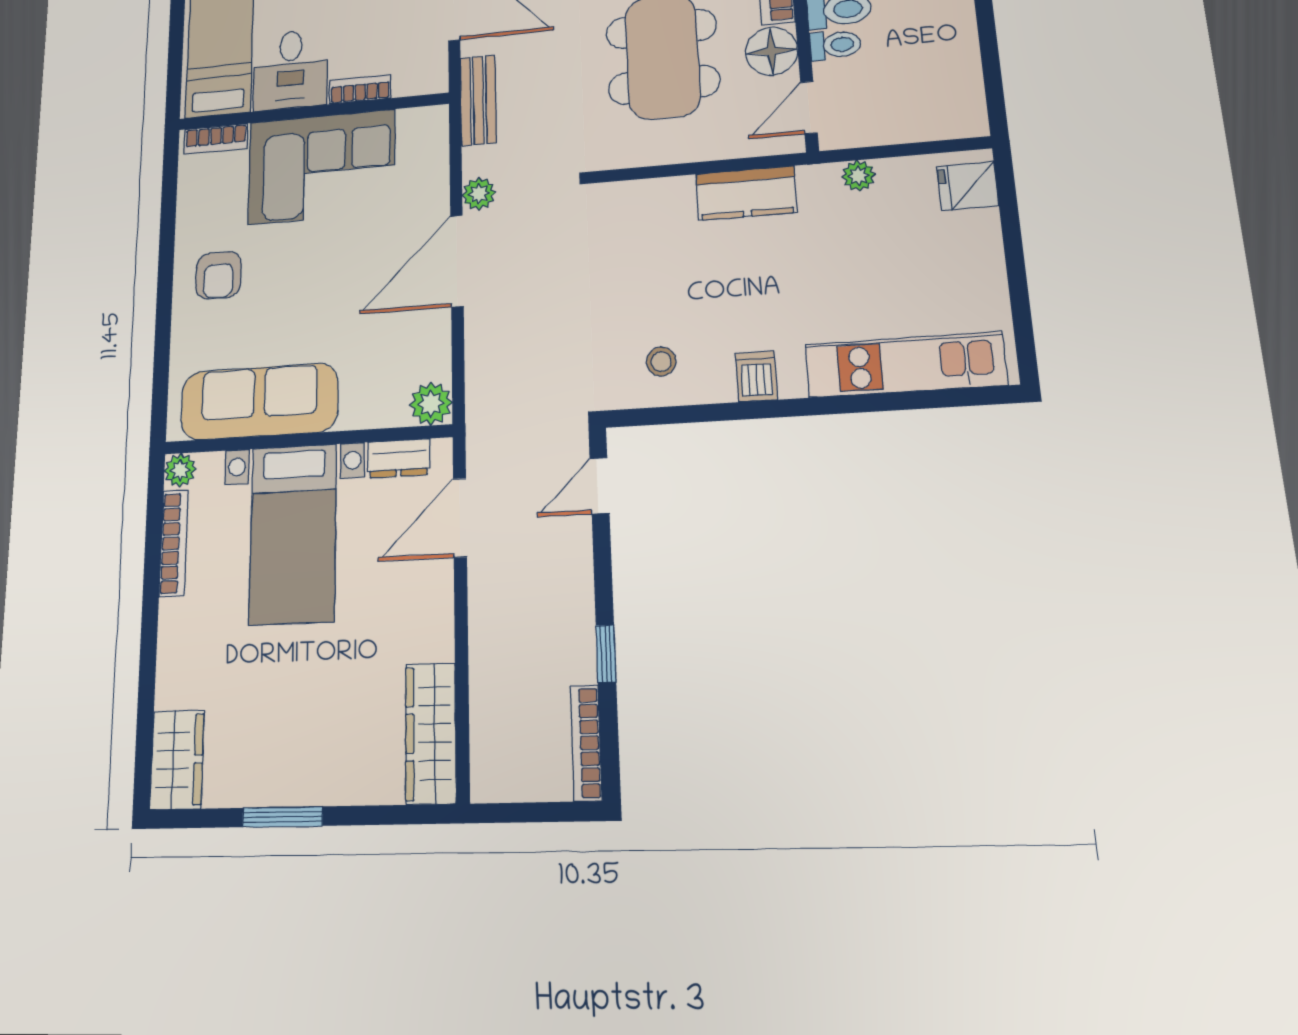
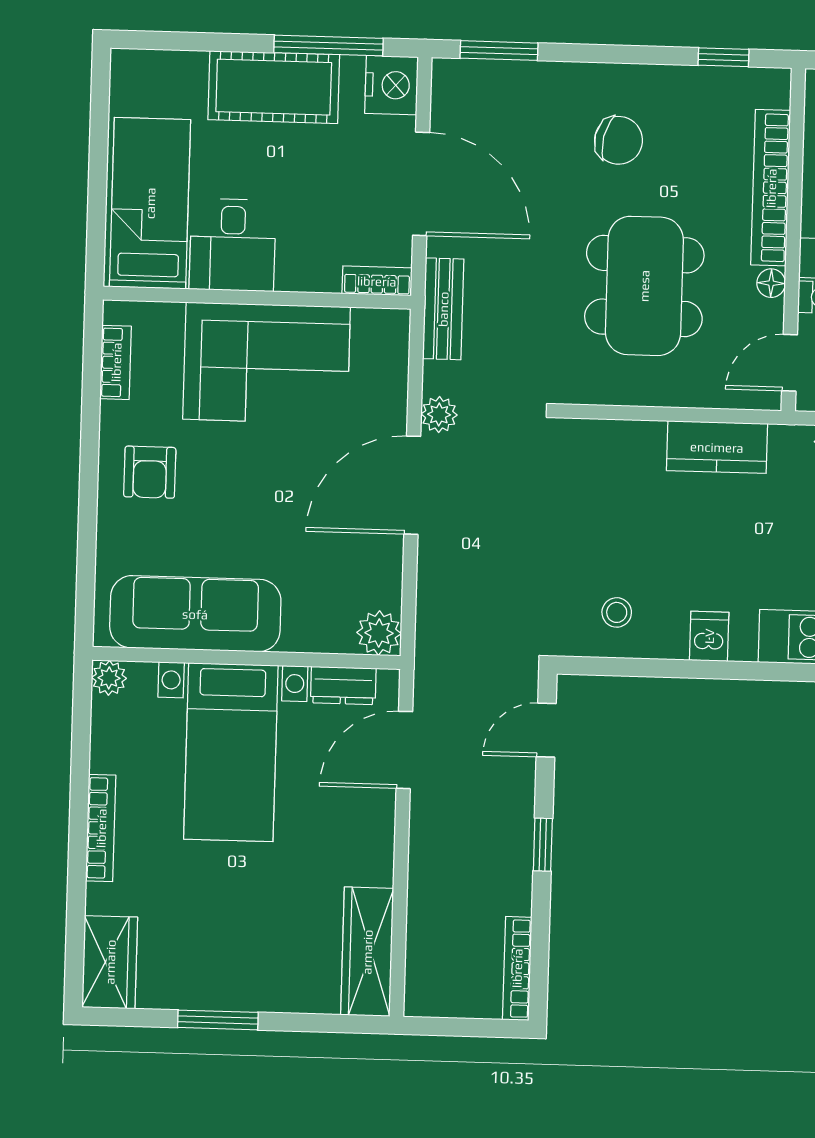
floor lamp: (772, 51) -> (771, 283), width x0.53, depth x0.53
bookcase: (360, 89) -> (377, 281), moved
bookcase: (216, 139) -> (116, 362), moved, turned -90
bookcase: (174, 543) -> (101, 828), moved
window: (606, 654) -> (543, 845), moved

